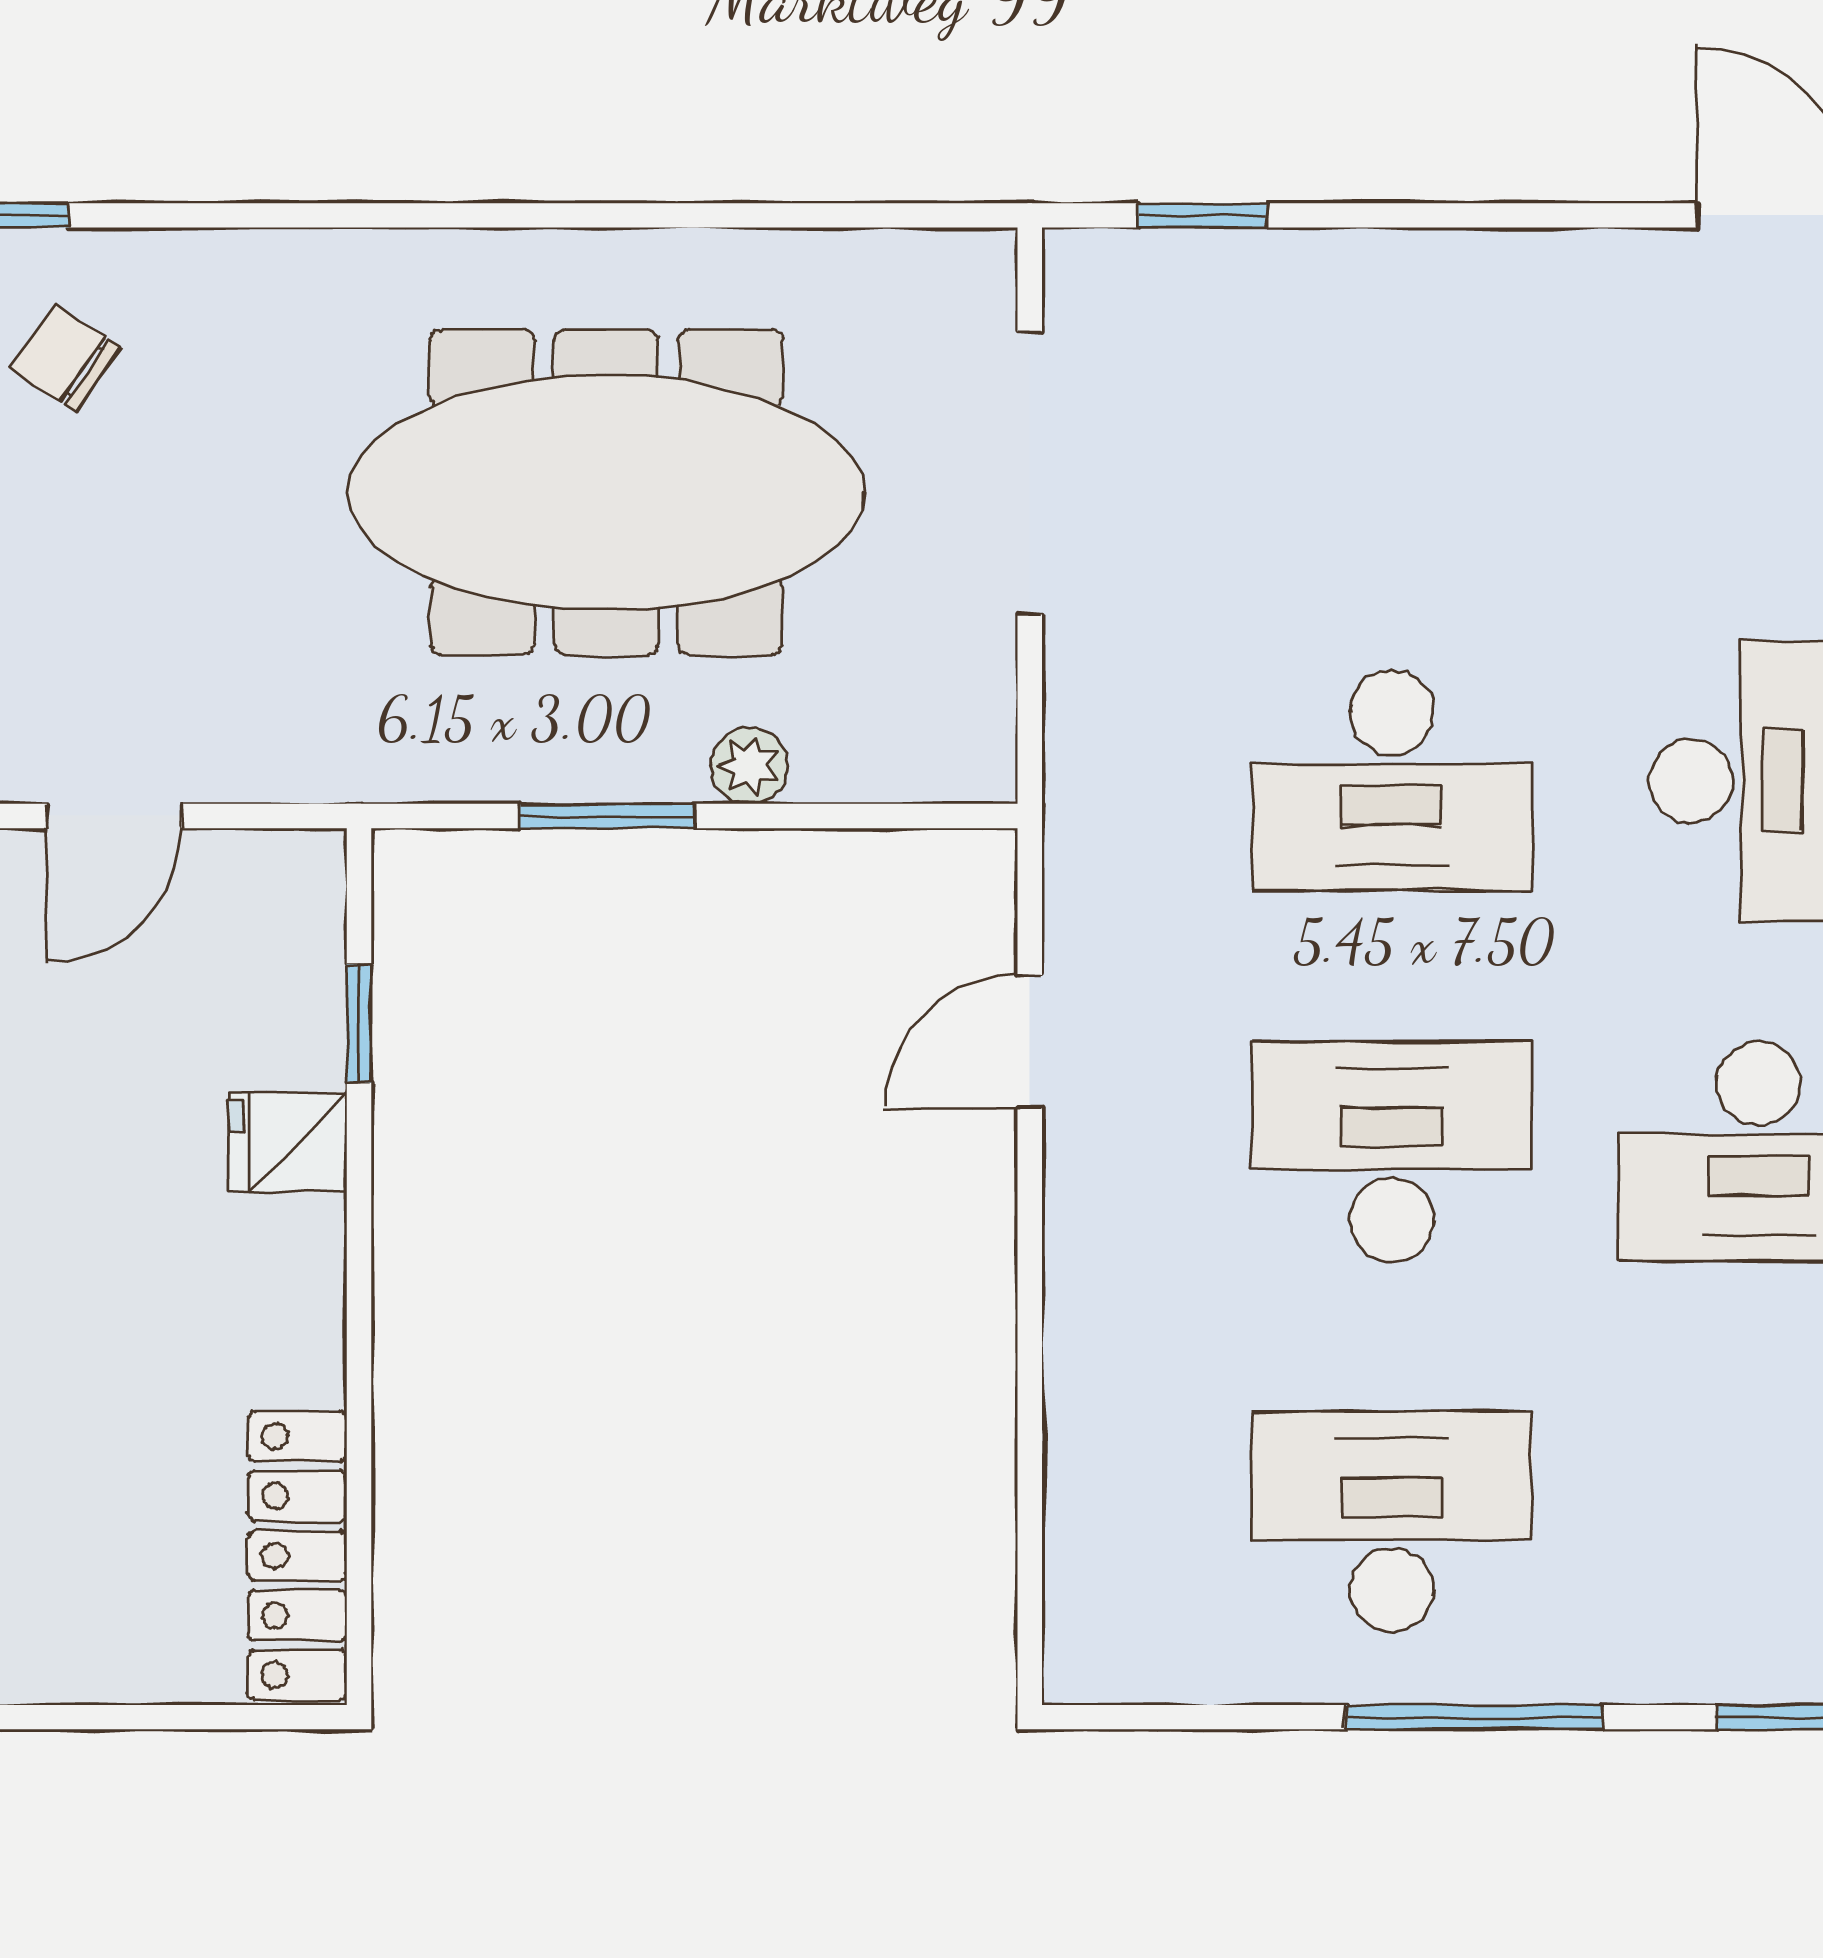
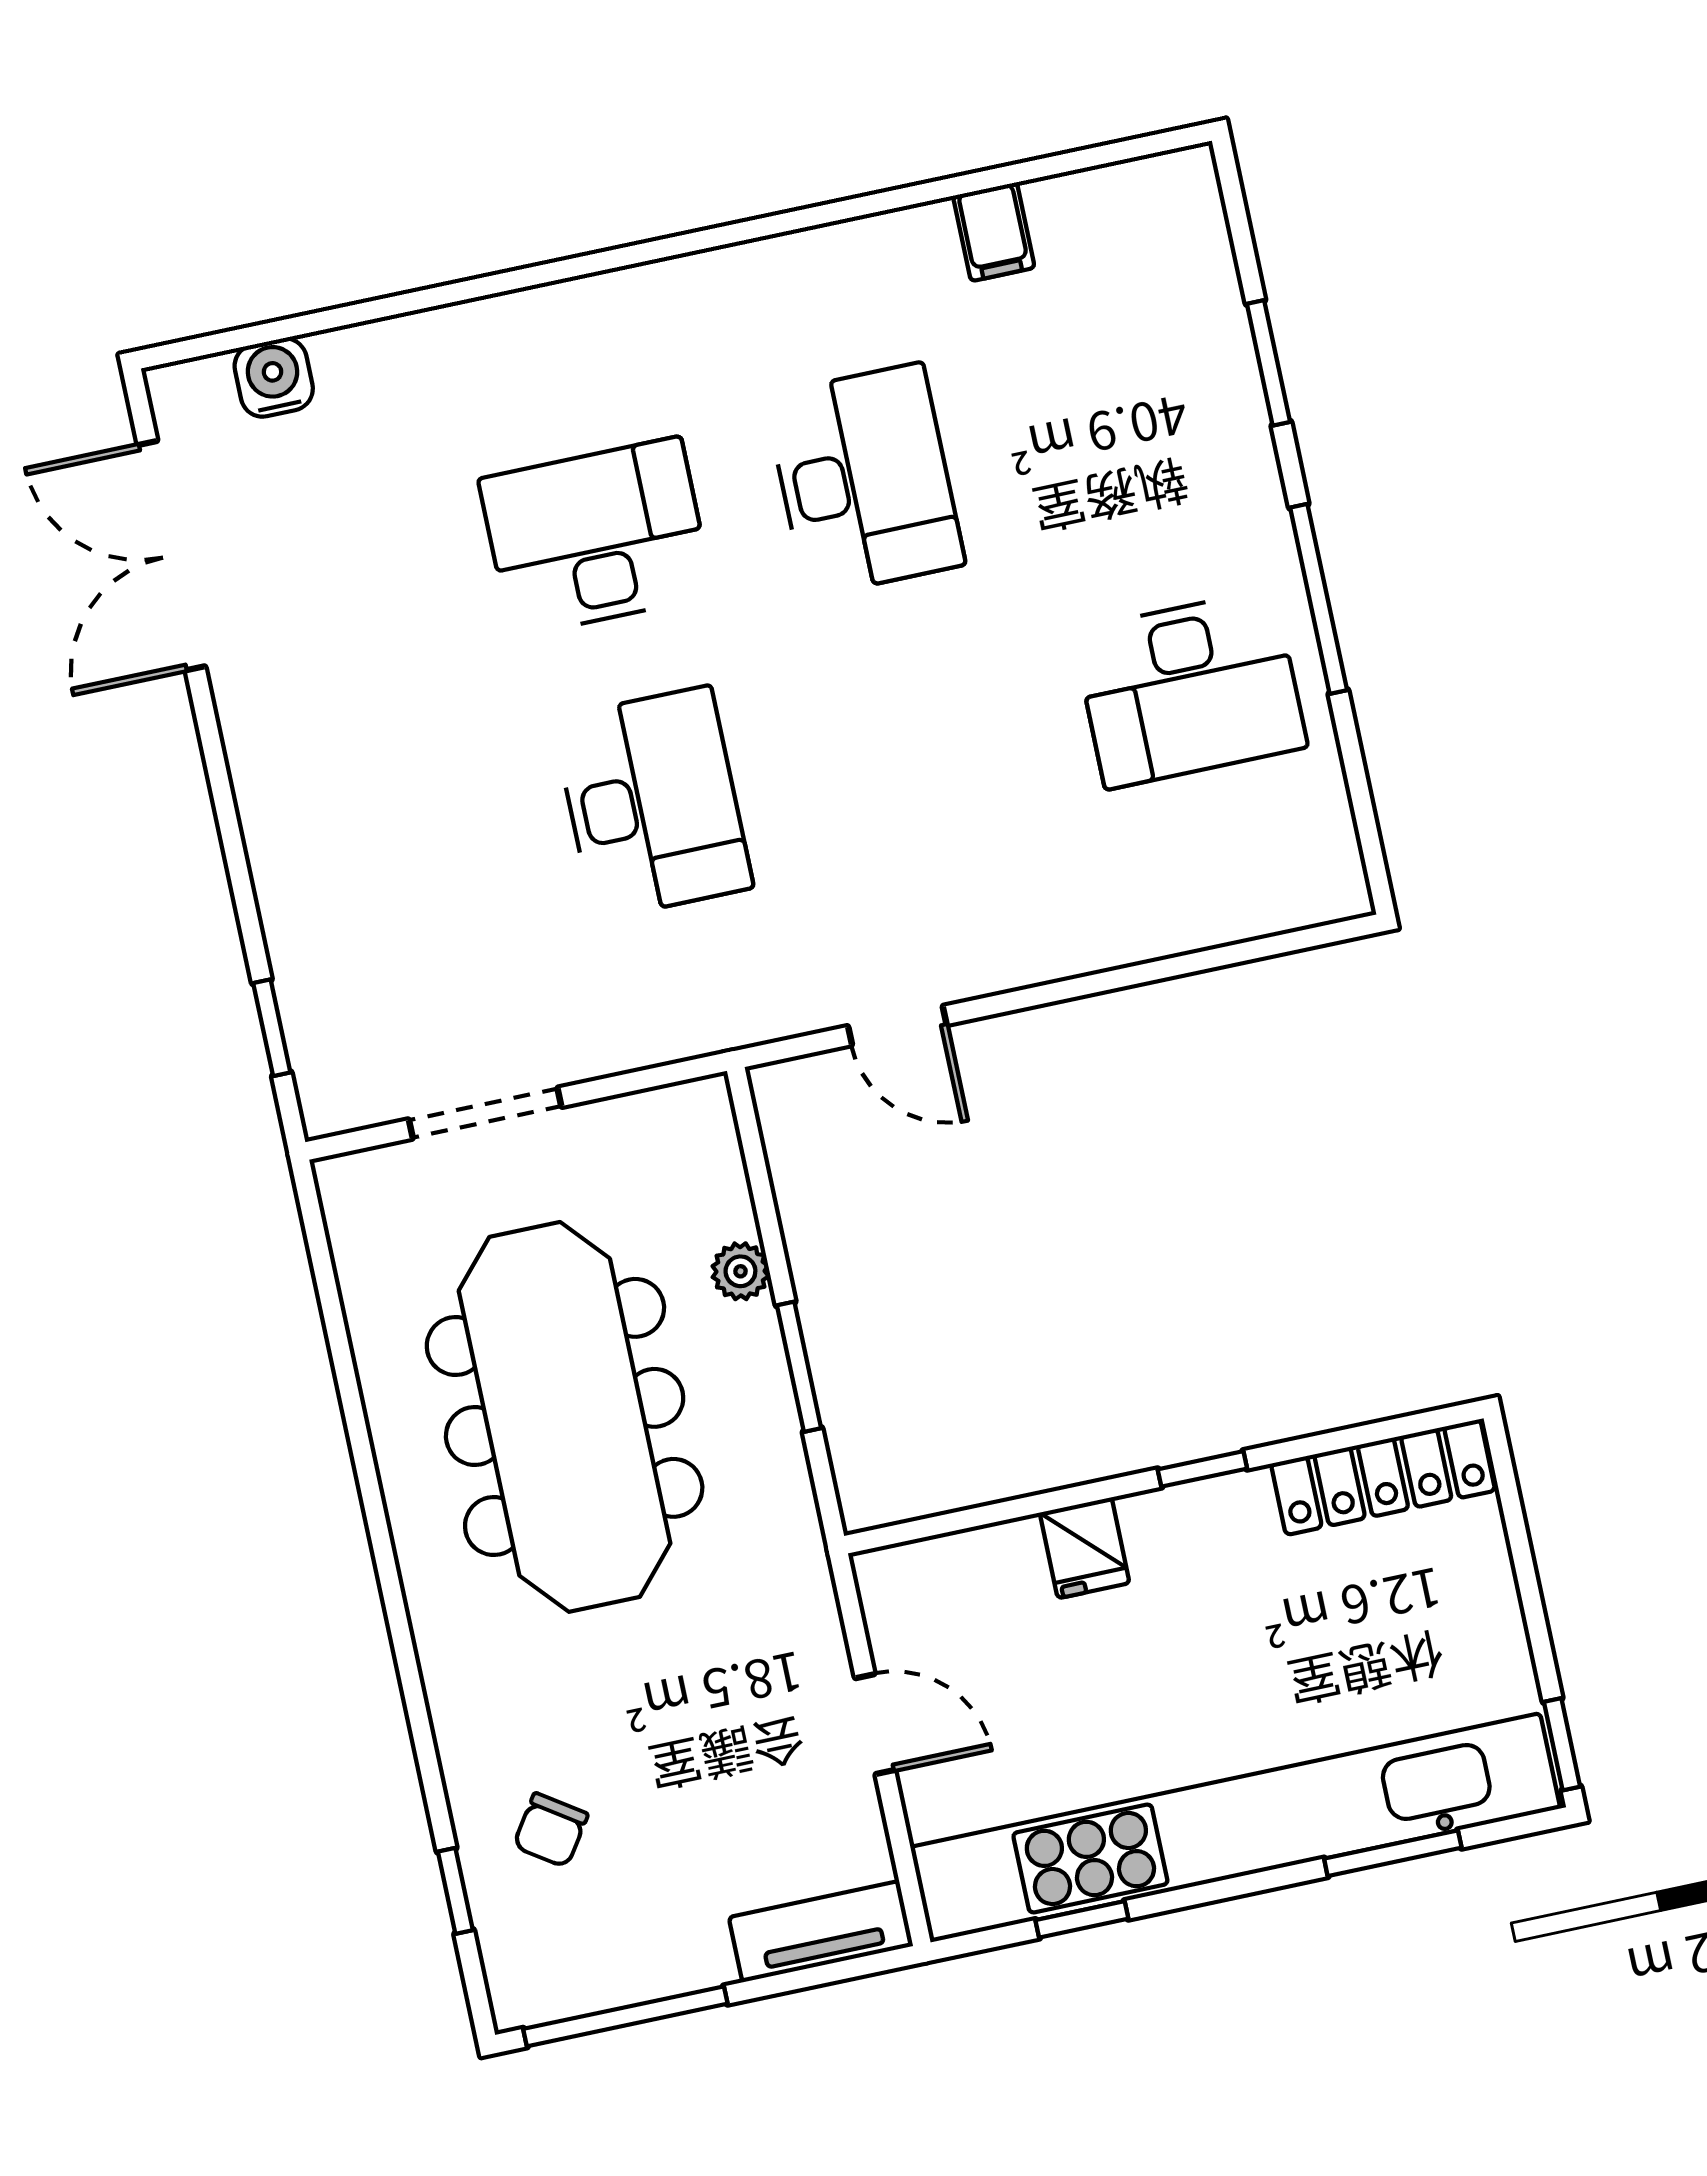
doorway: (1030, 473) -> (485, 1113), width x0.73
window: (359, 1023) -> (1202, 1469), moved
desk: (1392, 1151) -> (921, 746), removed
desk: (1392, 1522) -> (1190, 689), turned -90

